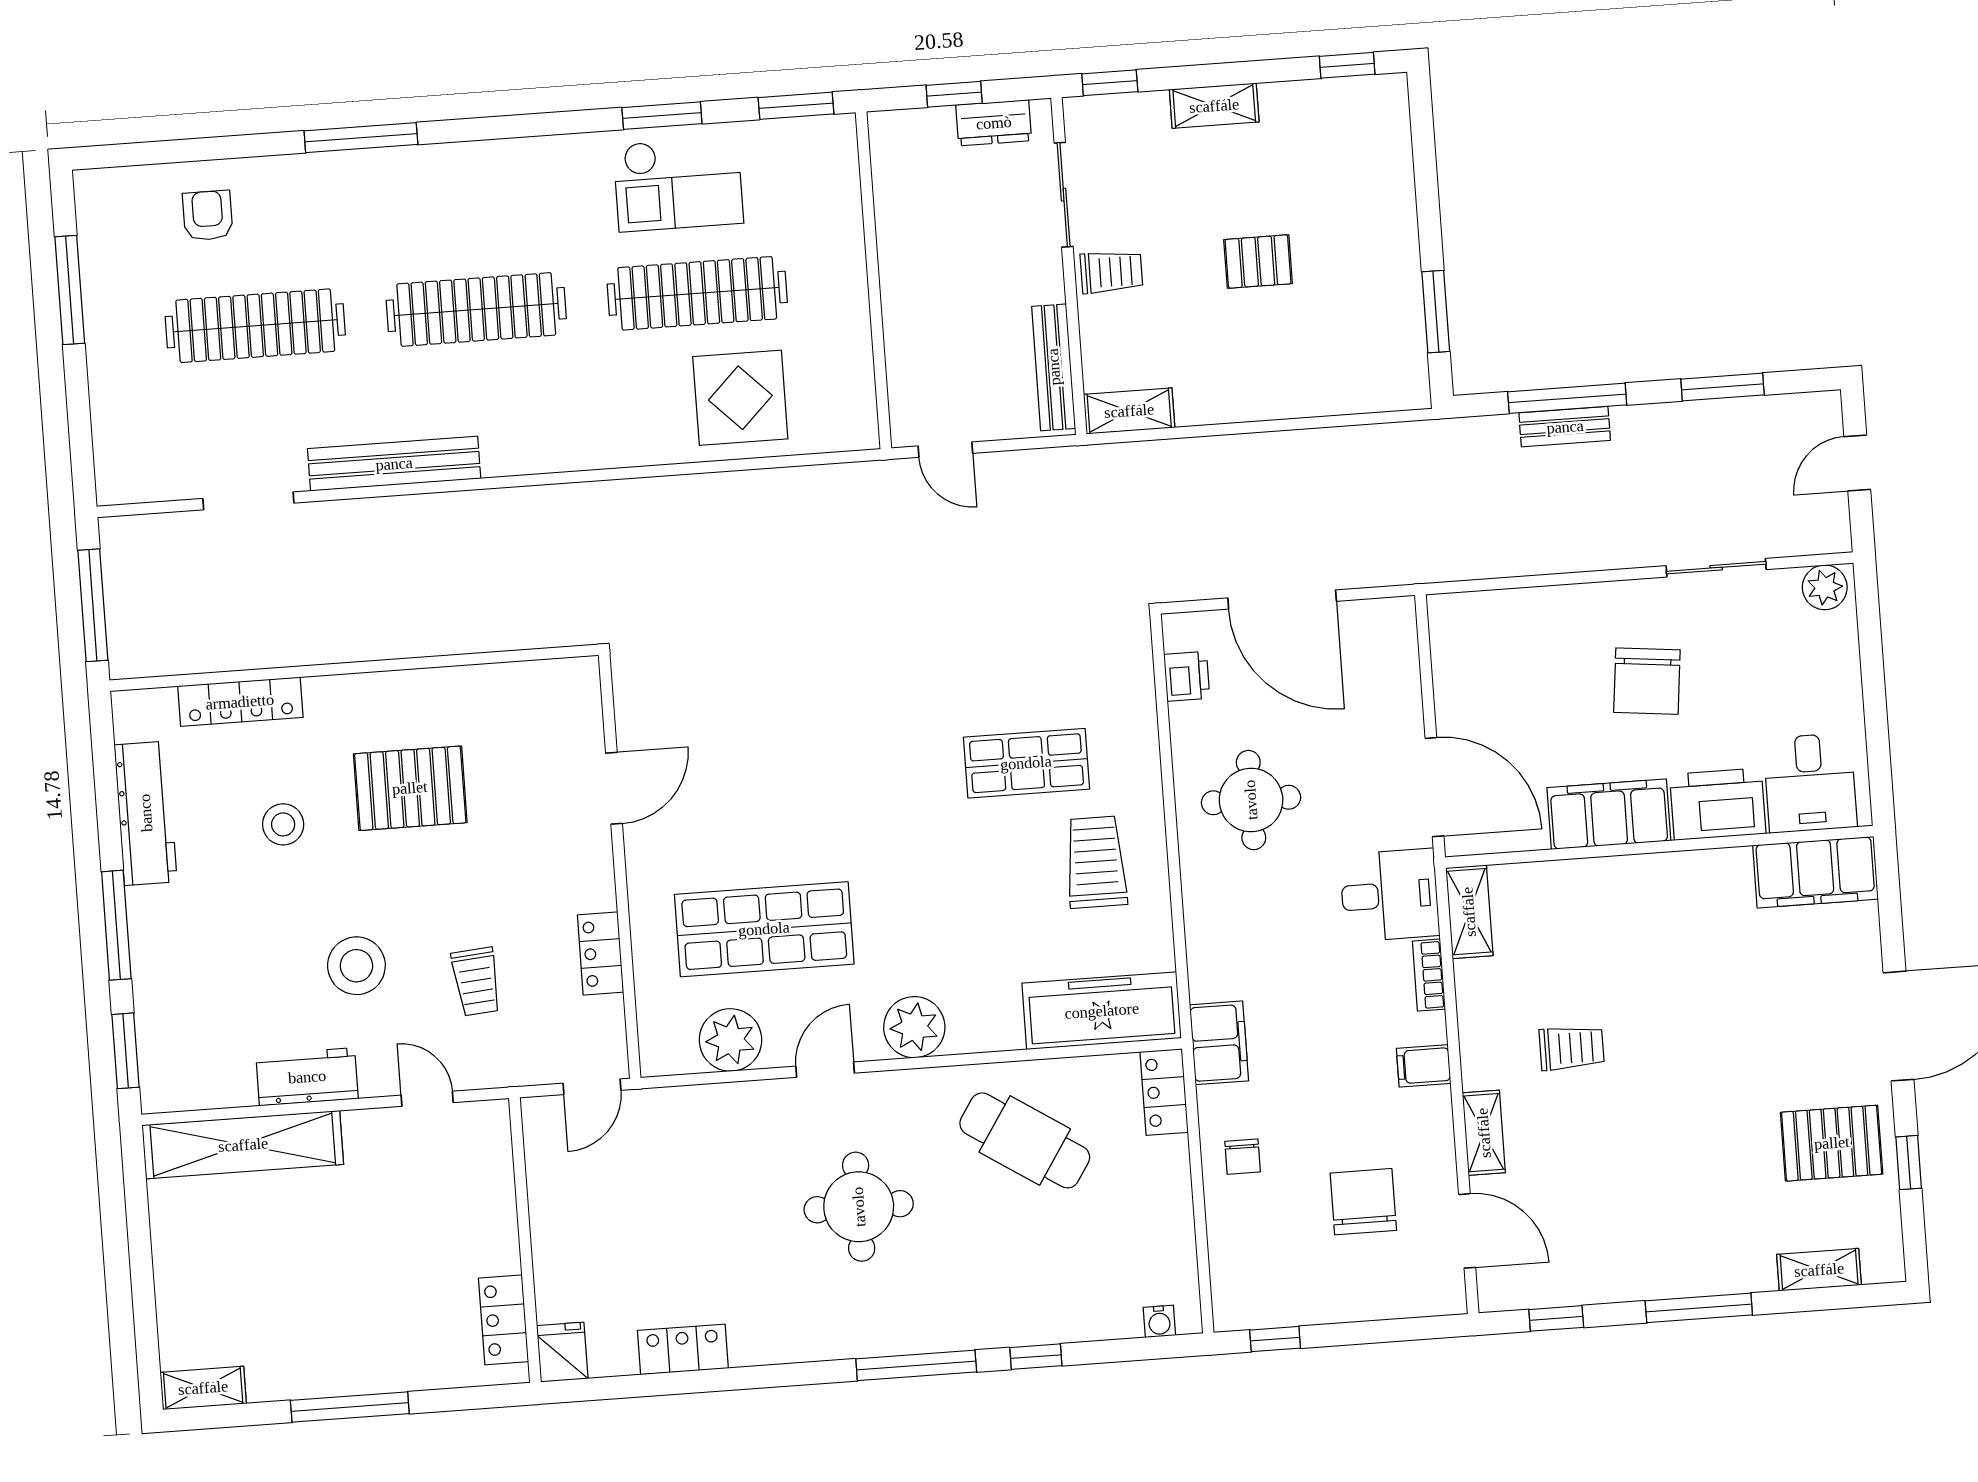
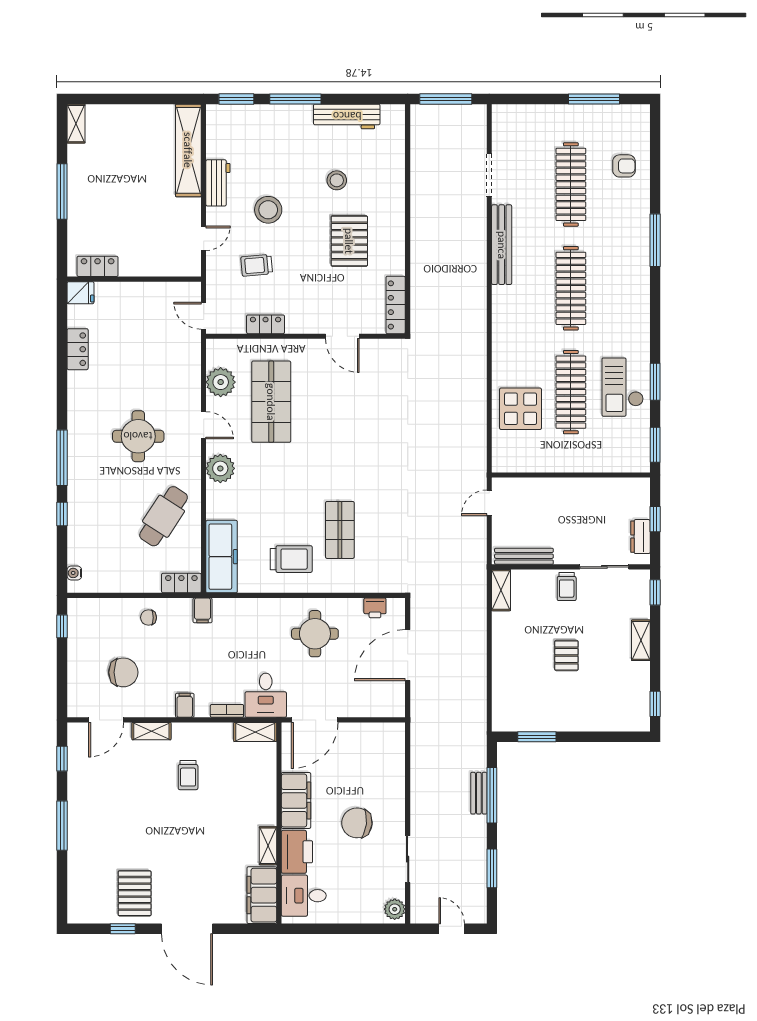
locker: (240, 702) -> (396, 305), moved
filing cabinet: (1219, 1043) -> (203, 610), width x0.50
shelving: (1819, 1270) -> (268, 846), moved

